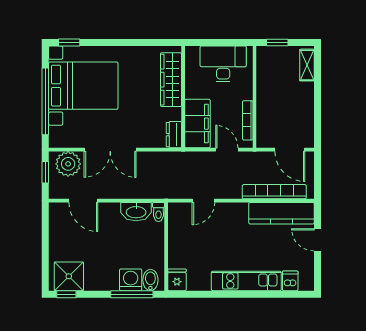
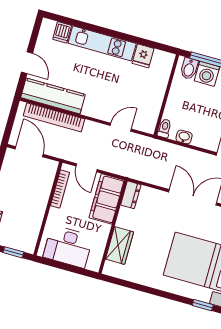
wardrobe: (171, 80) -> (120, 246), width x0.67
washbasin: (136, 212) -> (184, 137), width x0.52, depth x0.69
fridge: (177, 280) -> (143, 56), moved

